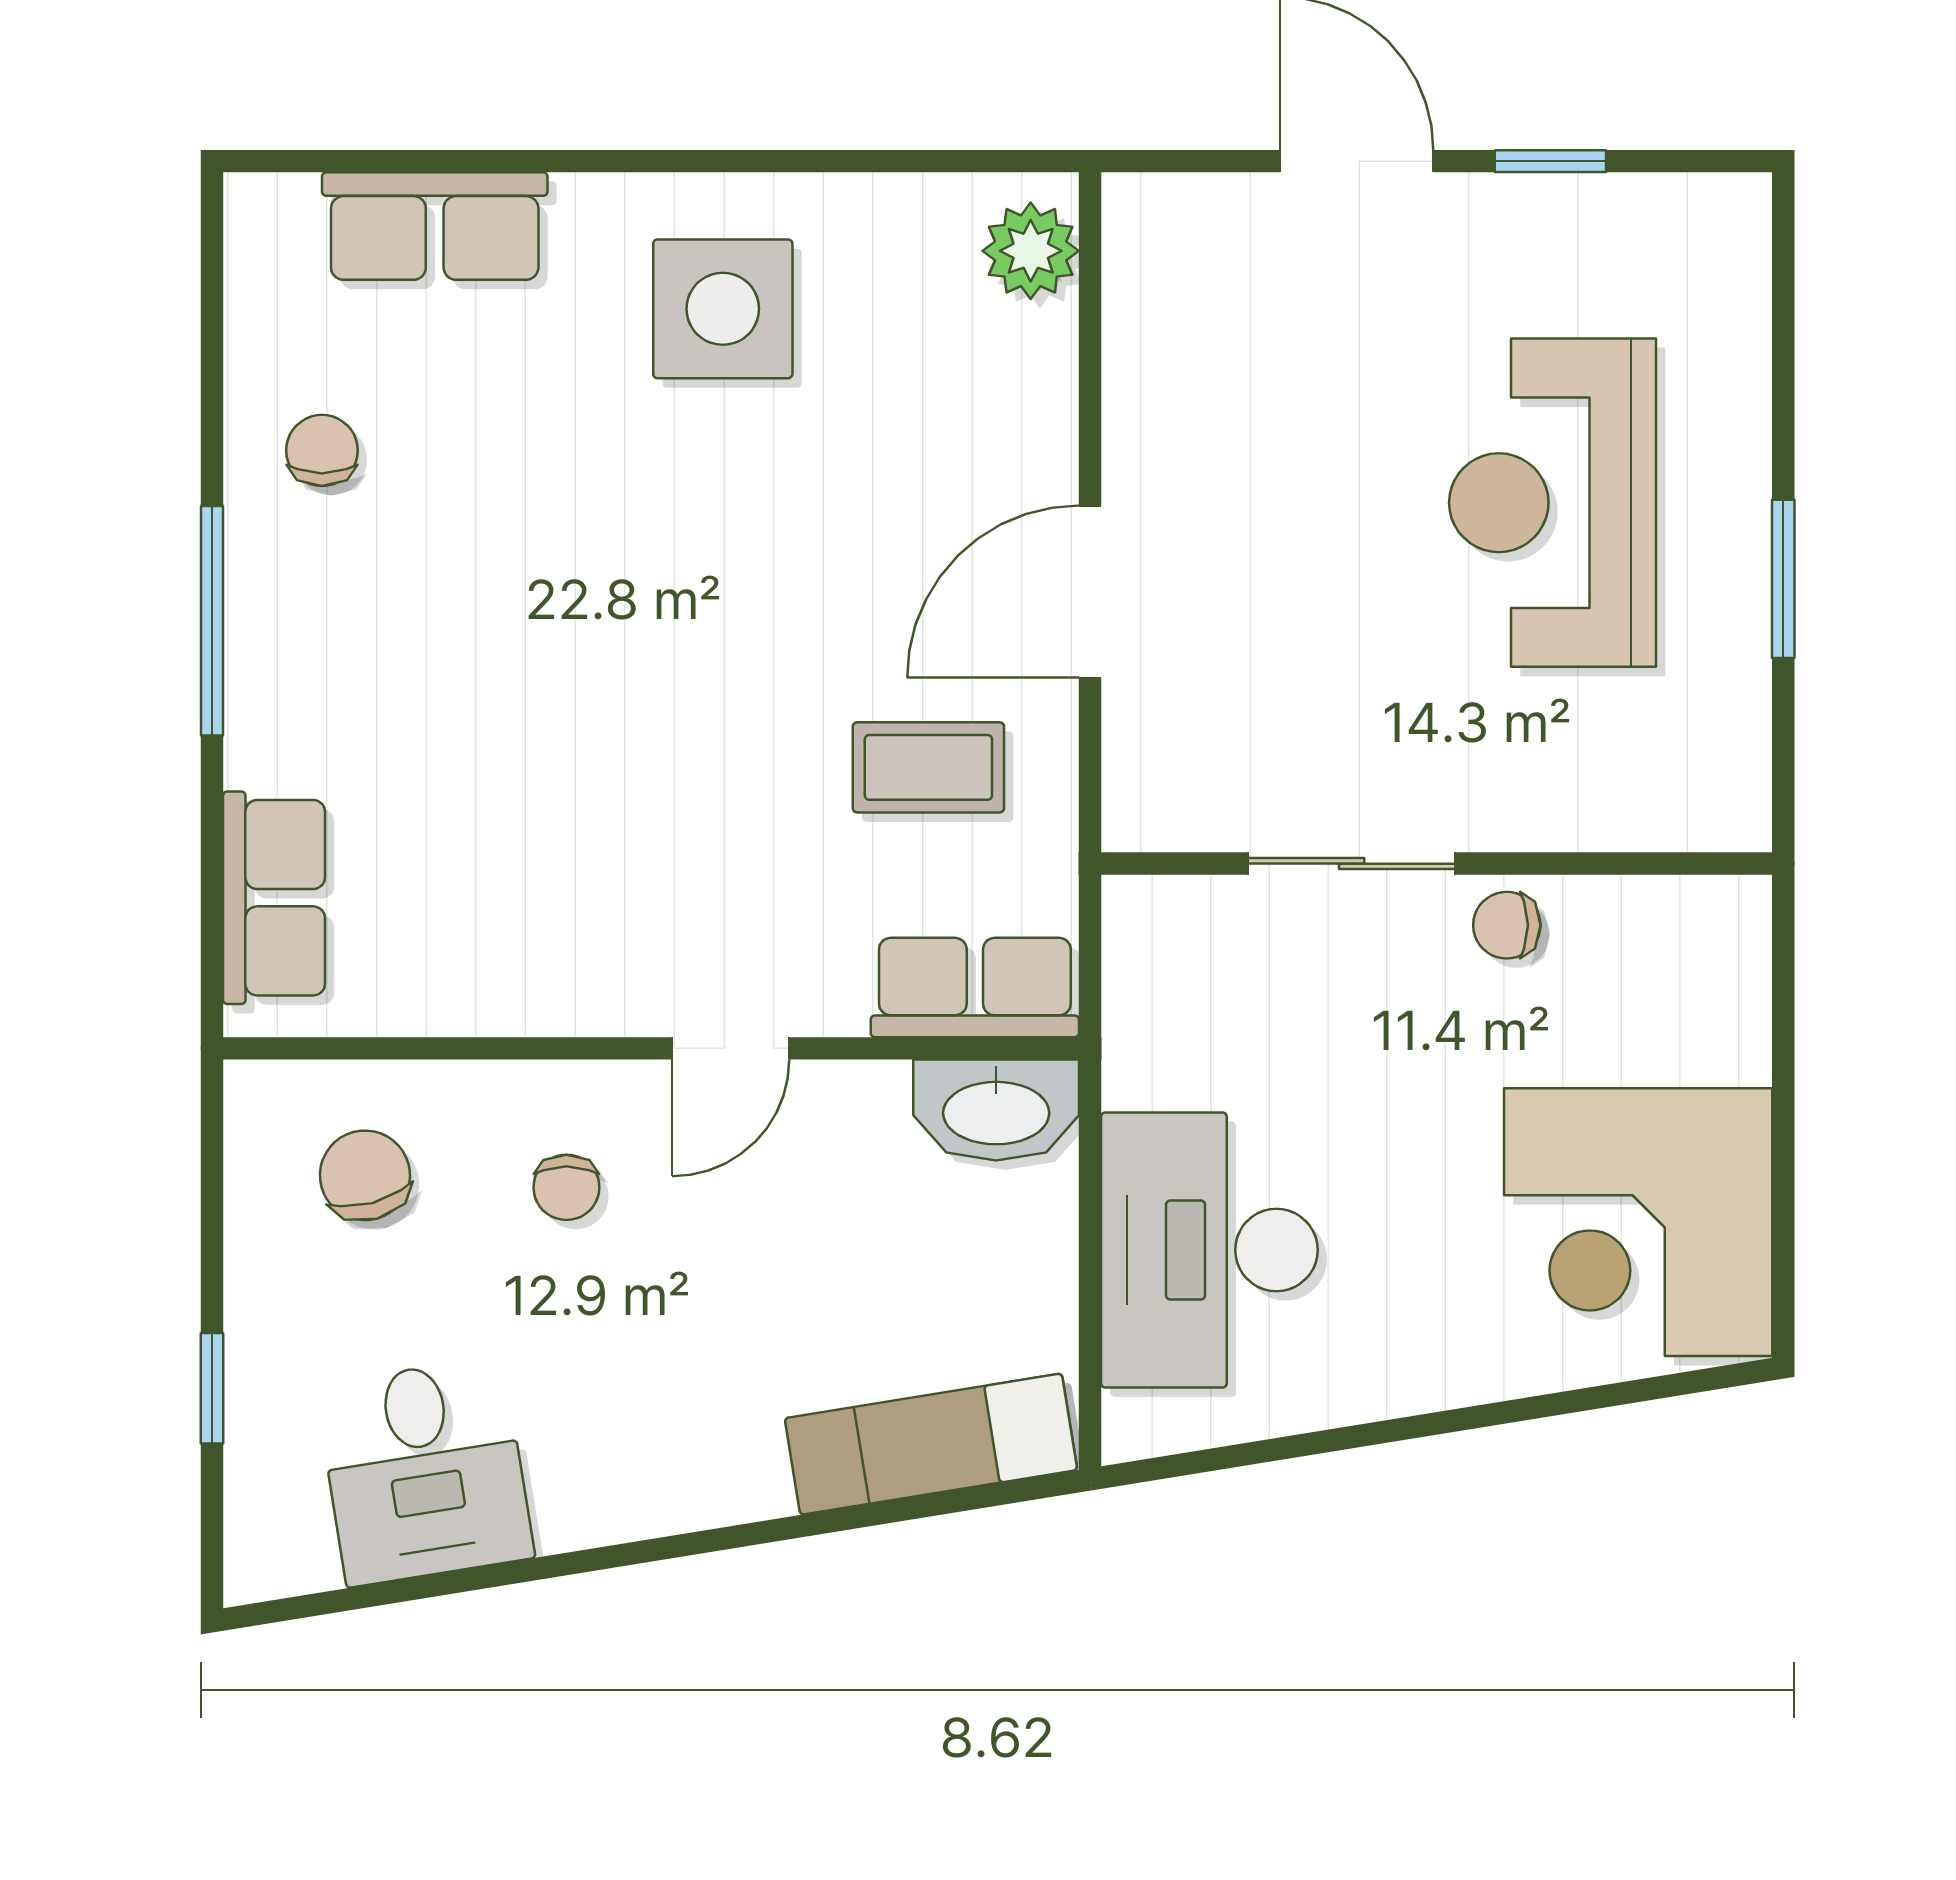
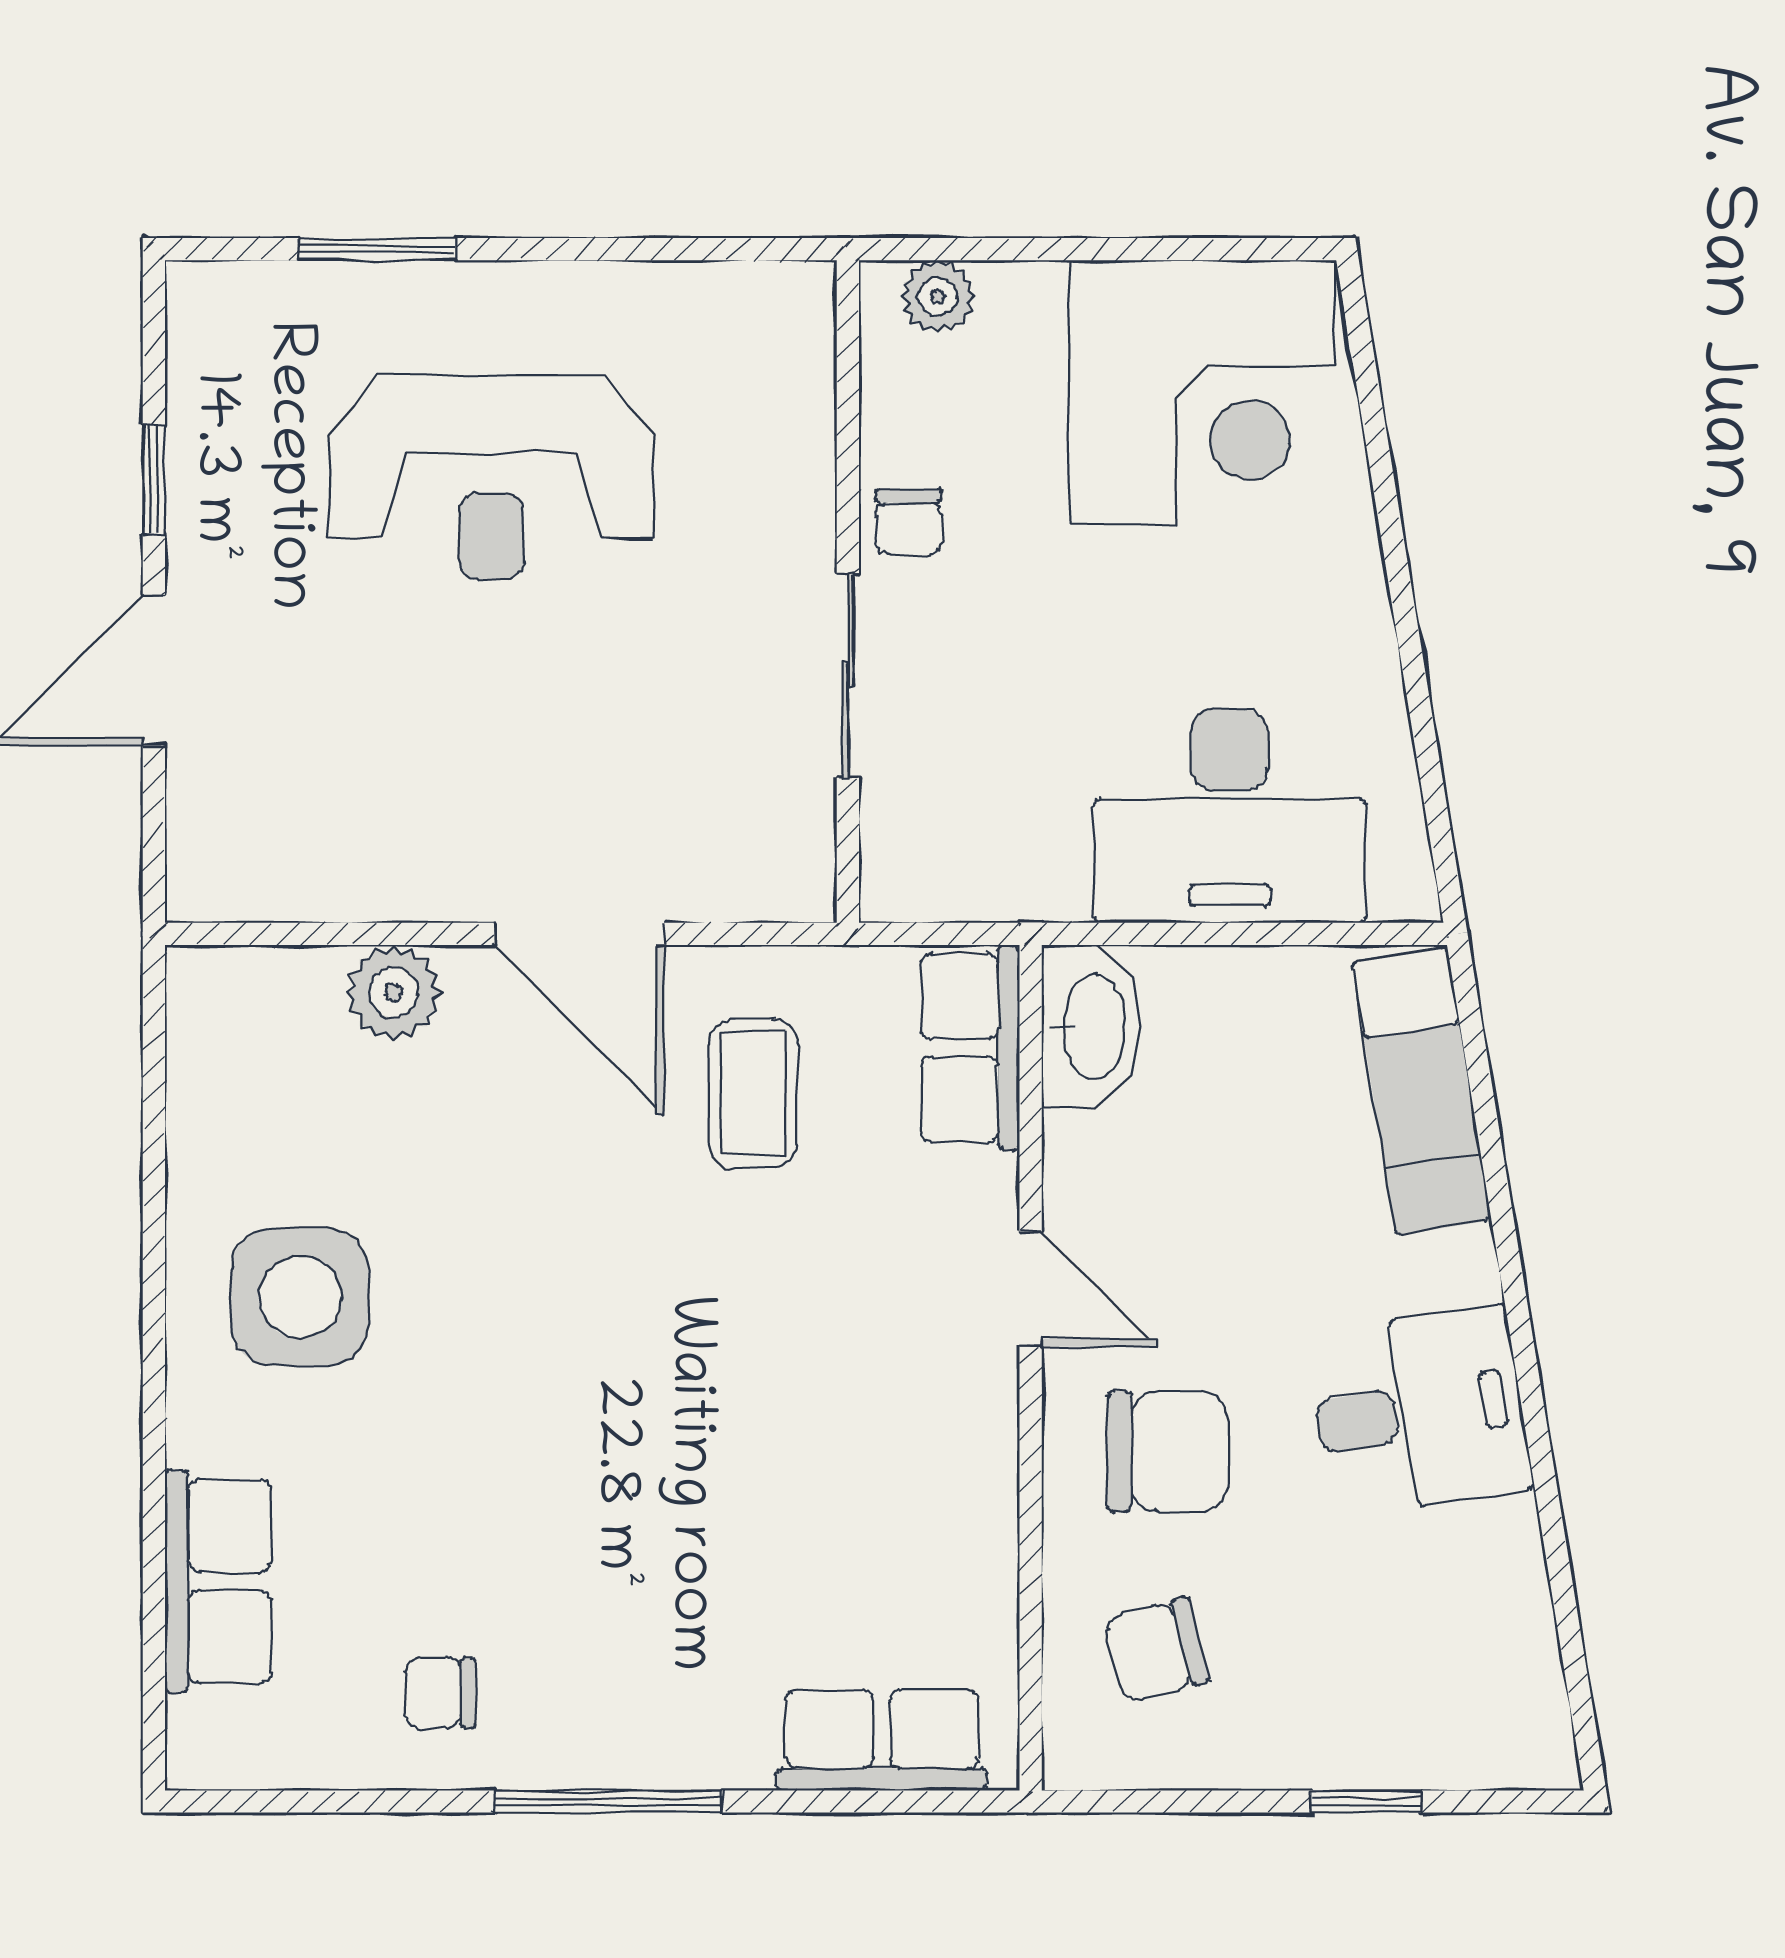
plant: (1031, 251) -> (393, 993), moved
window: (1783, 579) -> (377, 249), moved
plant: (1735, 954) -> (938, 297), added
chair: (566, 1187) -> (1168, 1451), width x1.87, depth x1.87
desk: (425, 1471) -> (1419, 1411), moved

